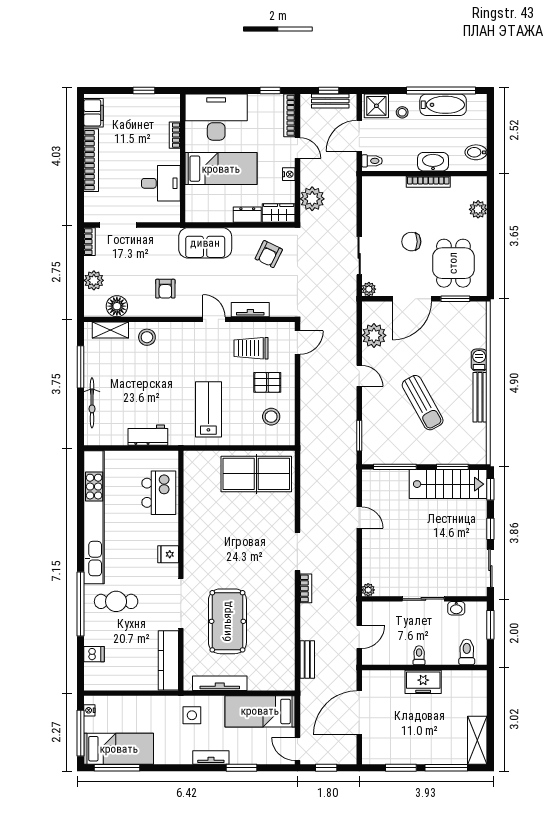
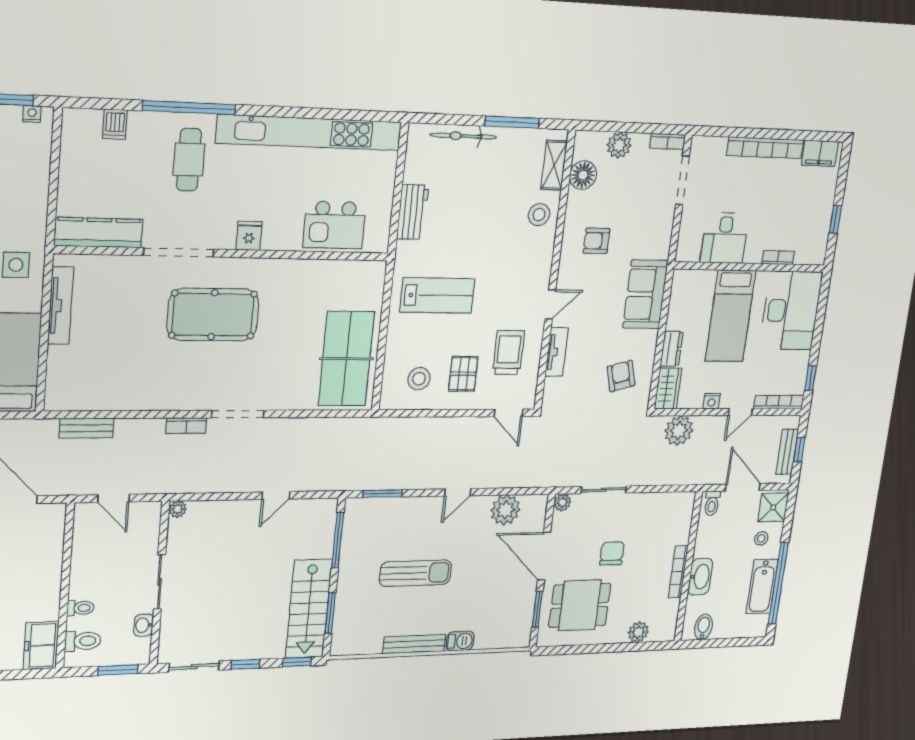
armchair: (269, 254) -> (621, 376), turned 49
sun lounger: (423, 403) -> (415, 573), turned -151
pool table: (227, 621) -> (213, 315), moved
toilet: (419, 655) -> (80, 608), moved
freezer: (423, 682) -> (41, 645), moved

